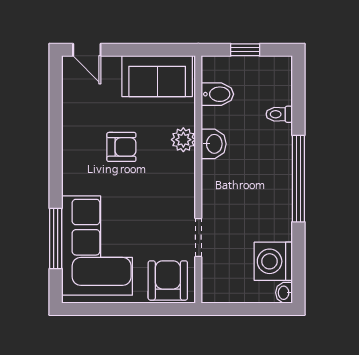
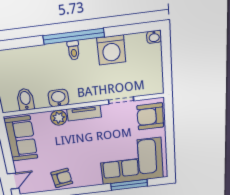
toilet: (279, 114) -> (74, 50), moved
armchair: (121, 147) -> (62, 178), moved, turned 81
tv unit: (186, 179) -> (84, 113), added
washing machine: (273, 261) -> (111, 50), moved

